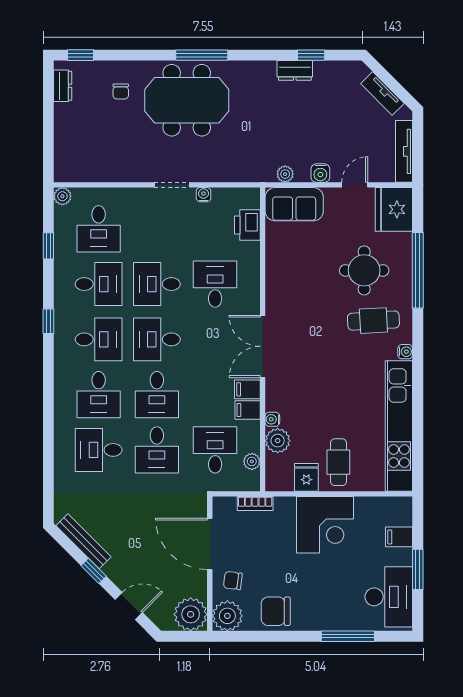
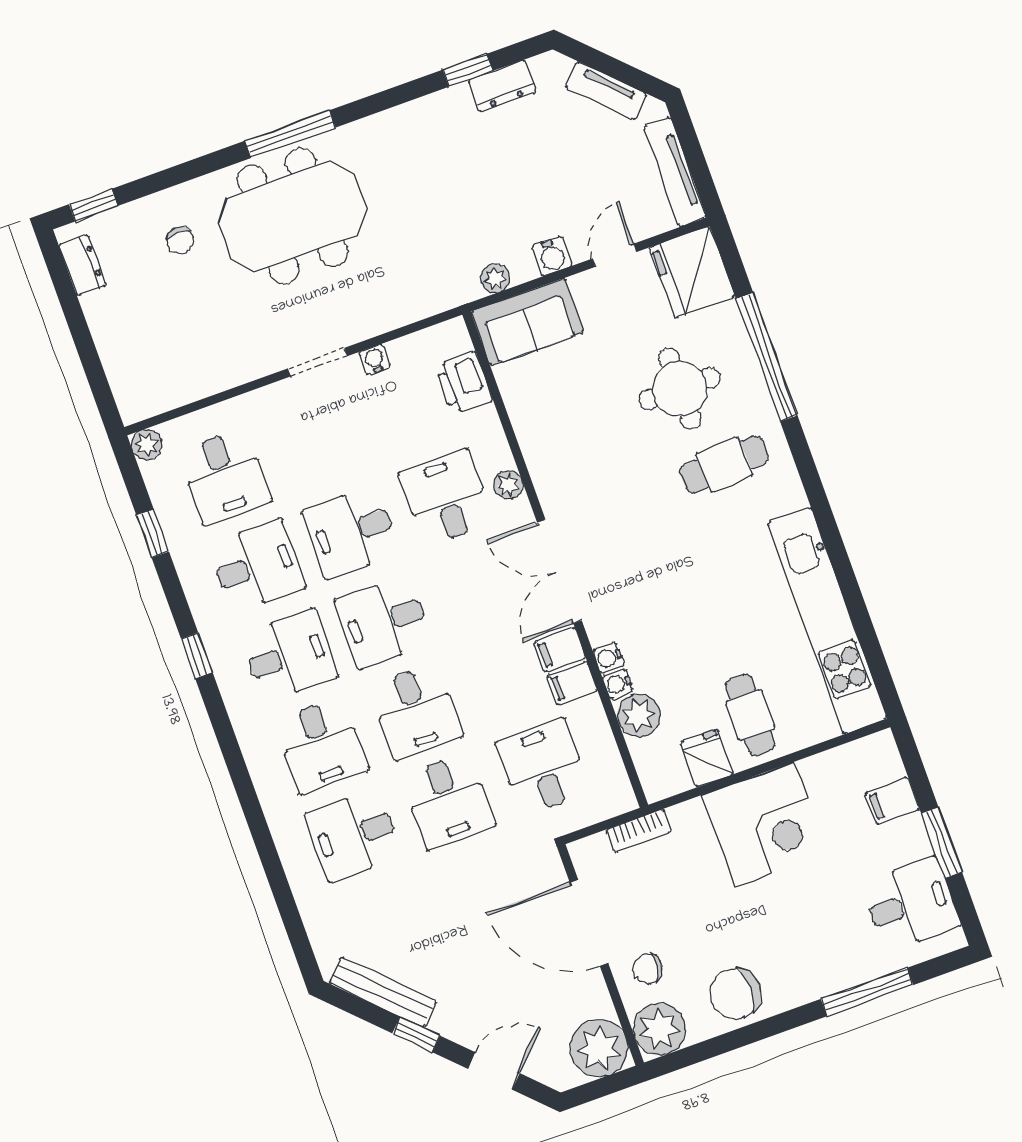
dresser: (295, 70) -> (502, 86), moved
water cooler: (405, 352) -> (609, 658), moved, turned 180
plant: (252, 461) -> (508, 485), moved
desk: (389, 597) -> (911, 904), width x0.73

